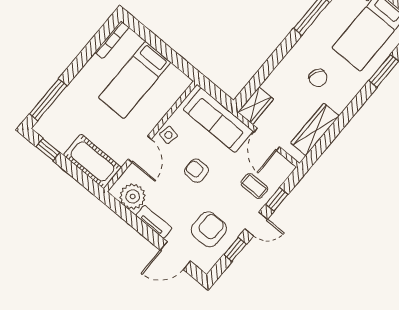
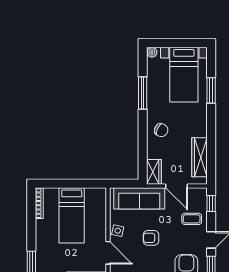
chair: (318, 78) -> (161, 130), moved
window: (277, 199) -> (211, 203), moved

